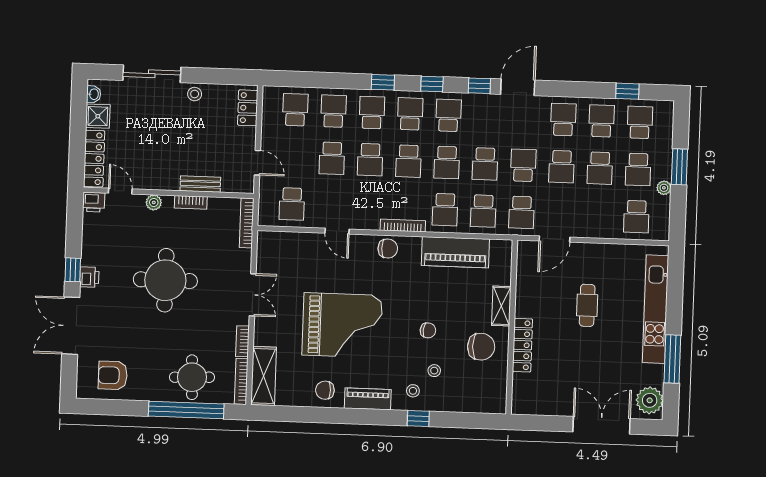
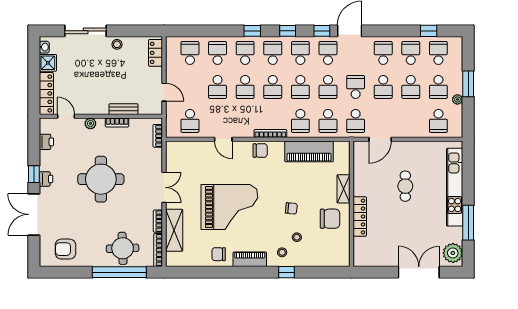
school desk: (487, 117) -> (328, 53), added
printer: (94, 202) -> (46, 142), moved, turned -90
bookcase: (247, 223) -> (158, 136), width x0.64
shelving: (264, 376) -> (174, 230), moved

